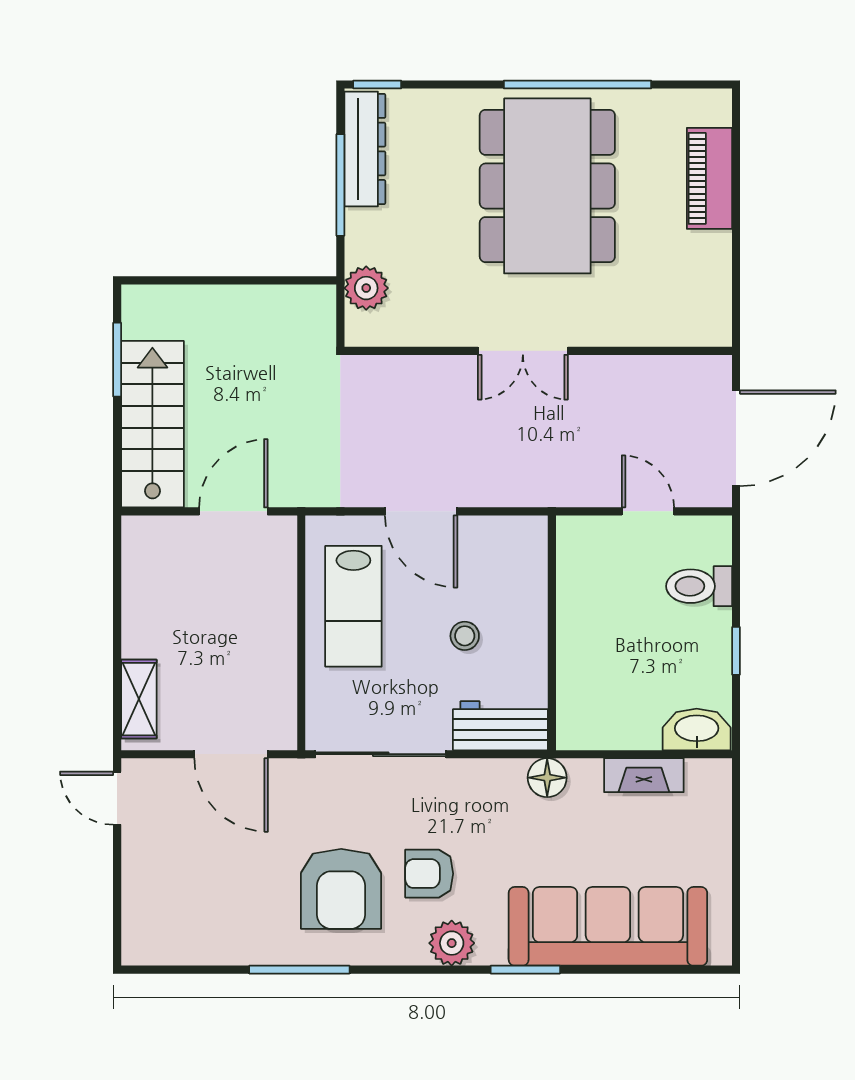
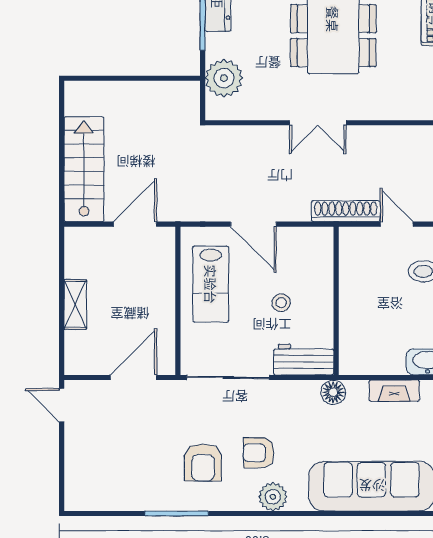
plant: (366, 288) -> (224, 78), width x1.36, depth x1.36
window: (117, 360) -> (62, 128), removed
shoe rack: (567, 491) -> (346, 211), added
shelving: (139, 699) -> (75, 304), moved
door: (231, 754) -> (134, 377), swing flipped
armchair: (341, 889) -> (203, 463), width x0.73, depth x0.73
window: (525, 970) -> (319, 513), removed

